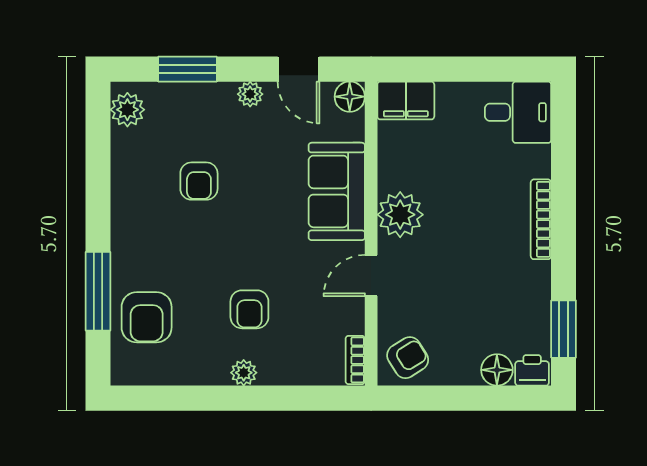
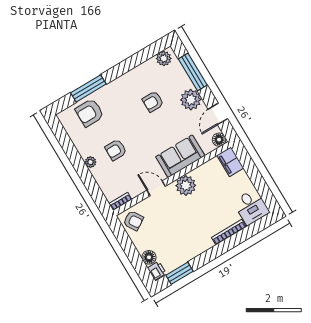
window: (188, 69) -> (193, 72), width x1.44
plant: (250, 94) -> (191, 100), width x1.87, depth x1.87
bookcase: (541, 219) -> (229, 232), moved

